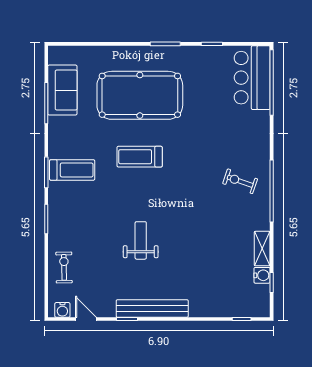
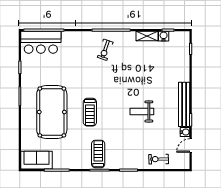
sofa: (62, 90) -> (37, 160), moved
water cooler: (62, 310) -> (185, 132), moved

